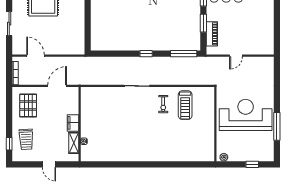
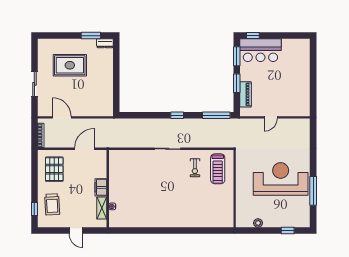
wall: (215, 124) -> (235, 189), moved

